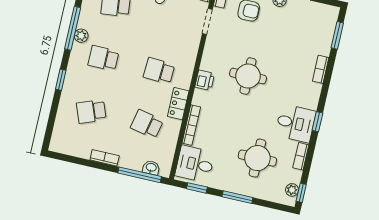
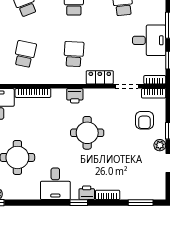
printer: (313, 91) -> (87, 193), added
locker: (178, 104) -> (100, 77), moved
window: (317, 122) -> (79, 203), moved
bookcase: (301, 156) -> (28, 195), removed

